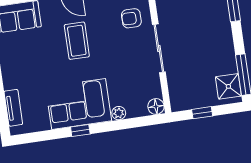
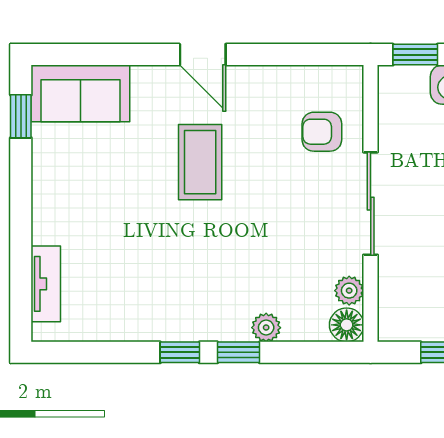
plant: (155, 90) -> (349, 291), added
corner sofa: (79, 104) -> (185, 296), removed
window: (108, 127) -> (238, 352), added

